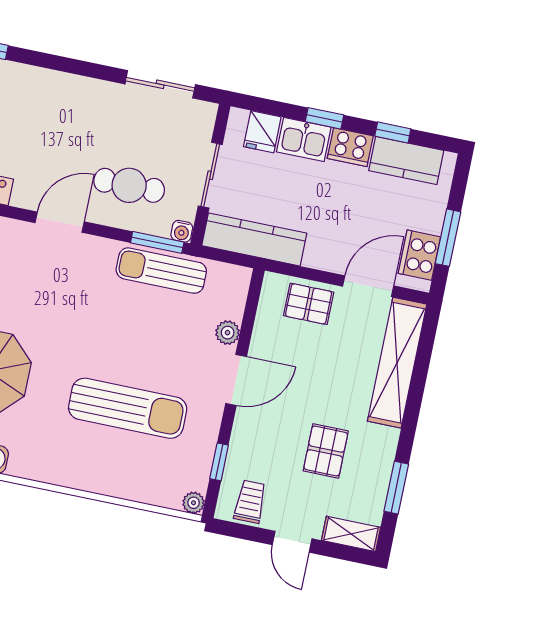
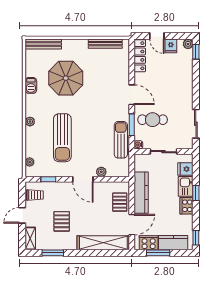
window: (393, 132) -> (196, 238), moved
kitchen counter: (406, 160) -> (173, 243), moved, turned 90
cafe table: (129, 185) -> (153, 120), turned 90
kitchen counter: (254, 239) -> (141, 193), moved
window: (157, 242) -> (132, 125), moved
door: (368, 286) -> (132, 225), hinge flipped
pallet: (326, 451) -> (62, 221), turned 90
plant: (73, 477) -> (30, 122), added
plant: (194, 503) -> (30, 162), moved

